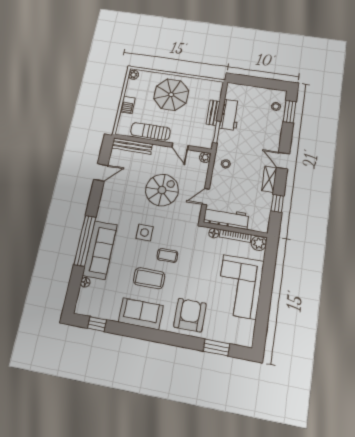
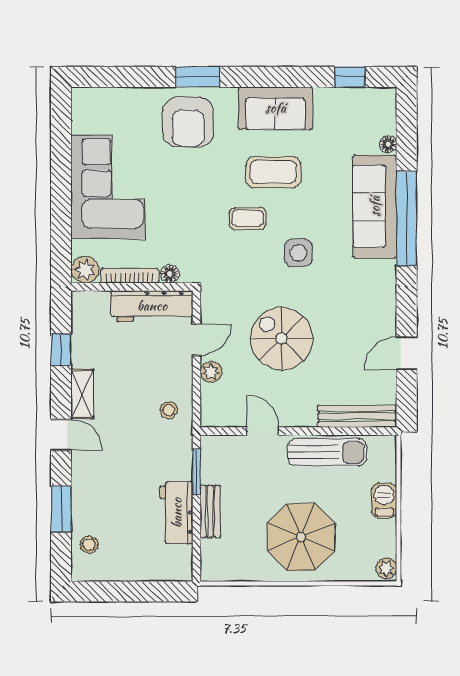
window: (290, 112) -> (61, 509), moved
plant: (205, 157) -> (211, 372), moved
spiral stairs: (162, 190) -> (281, 339), turned 90
window: (216, 347) -> (197, 77), moved

